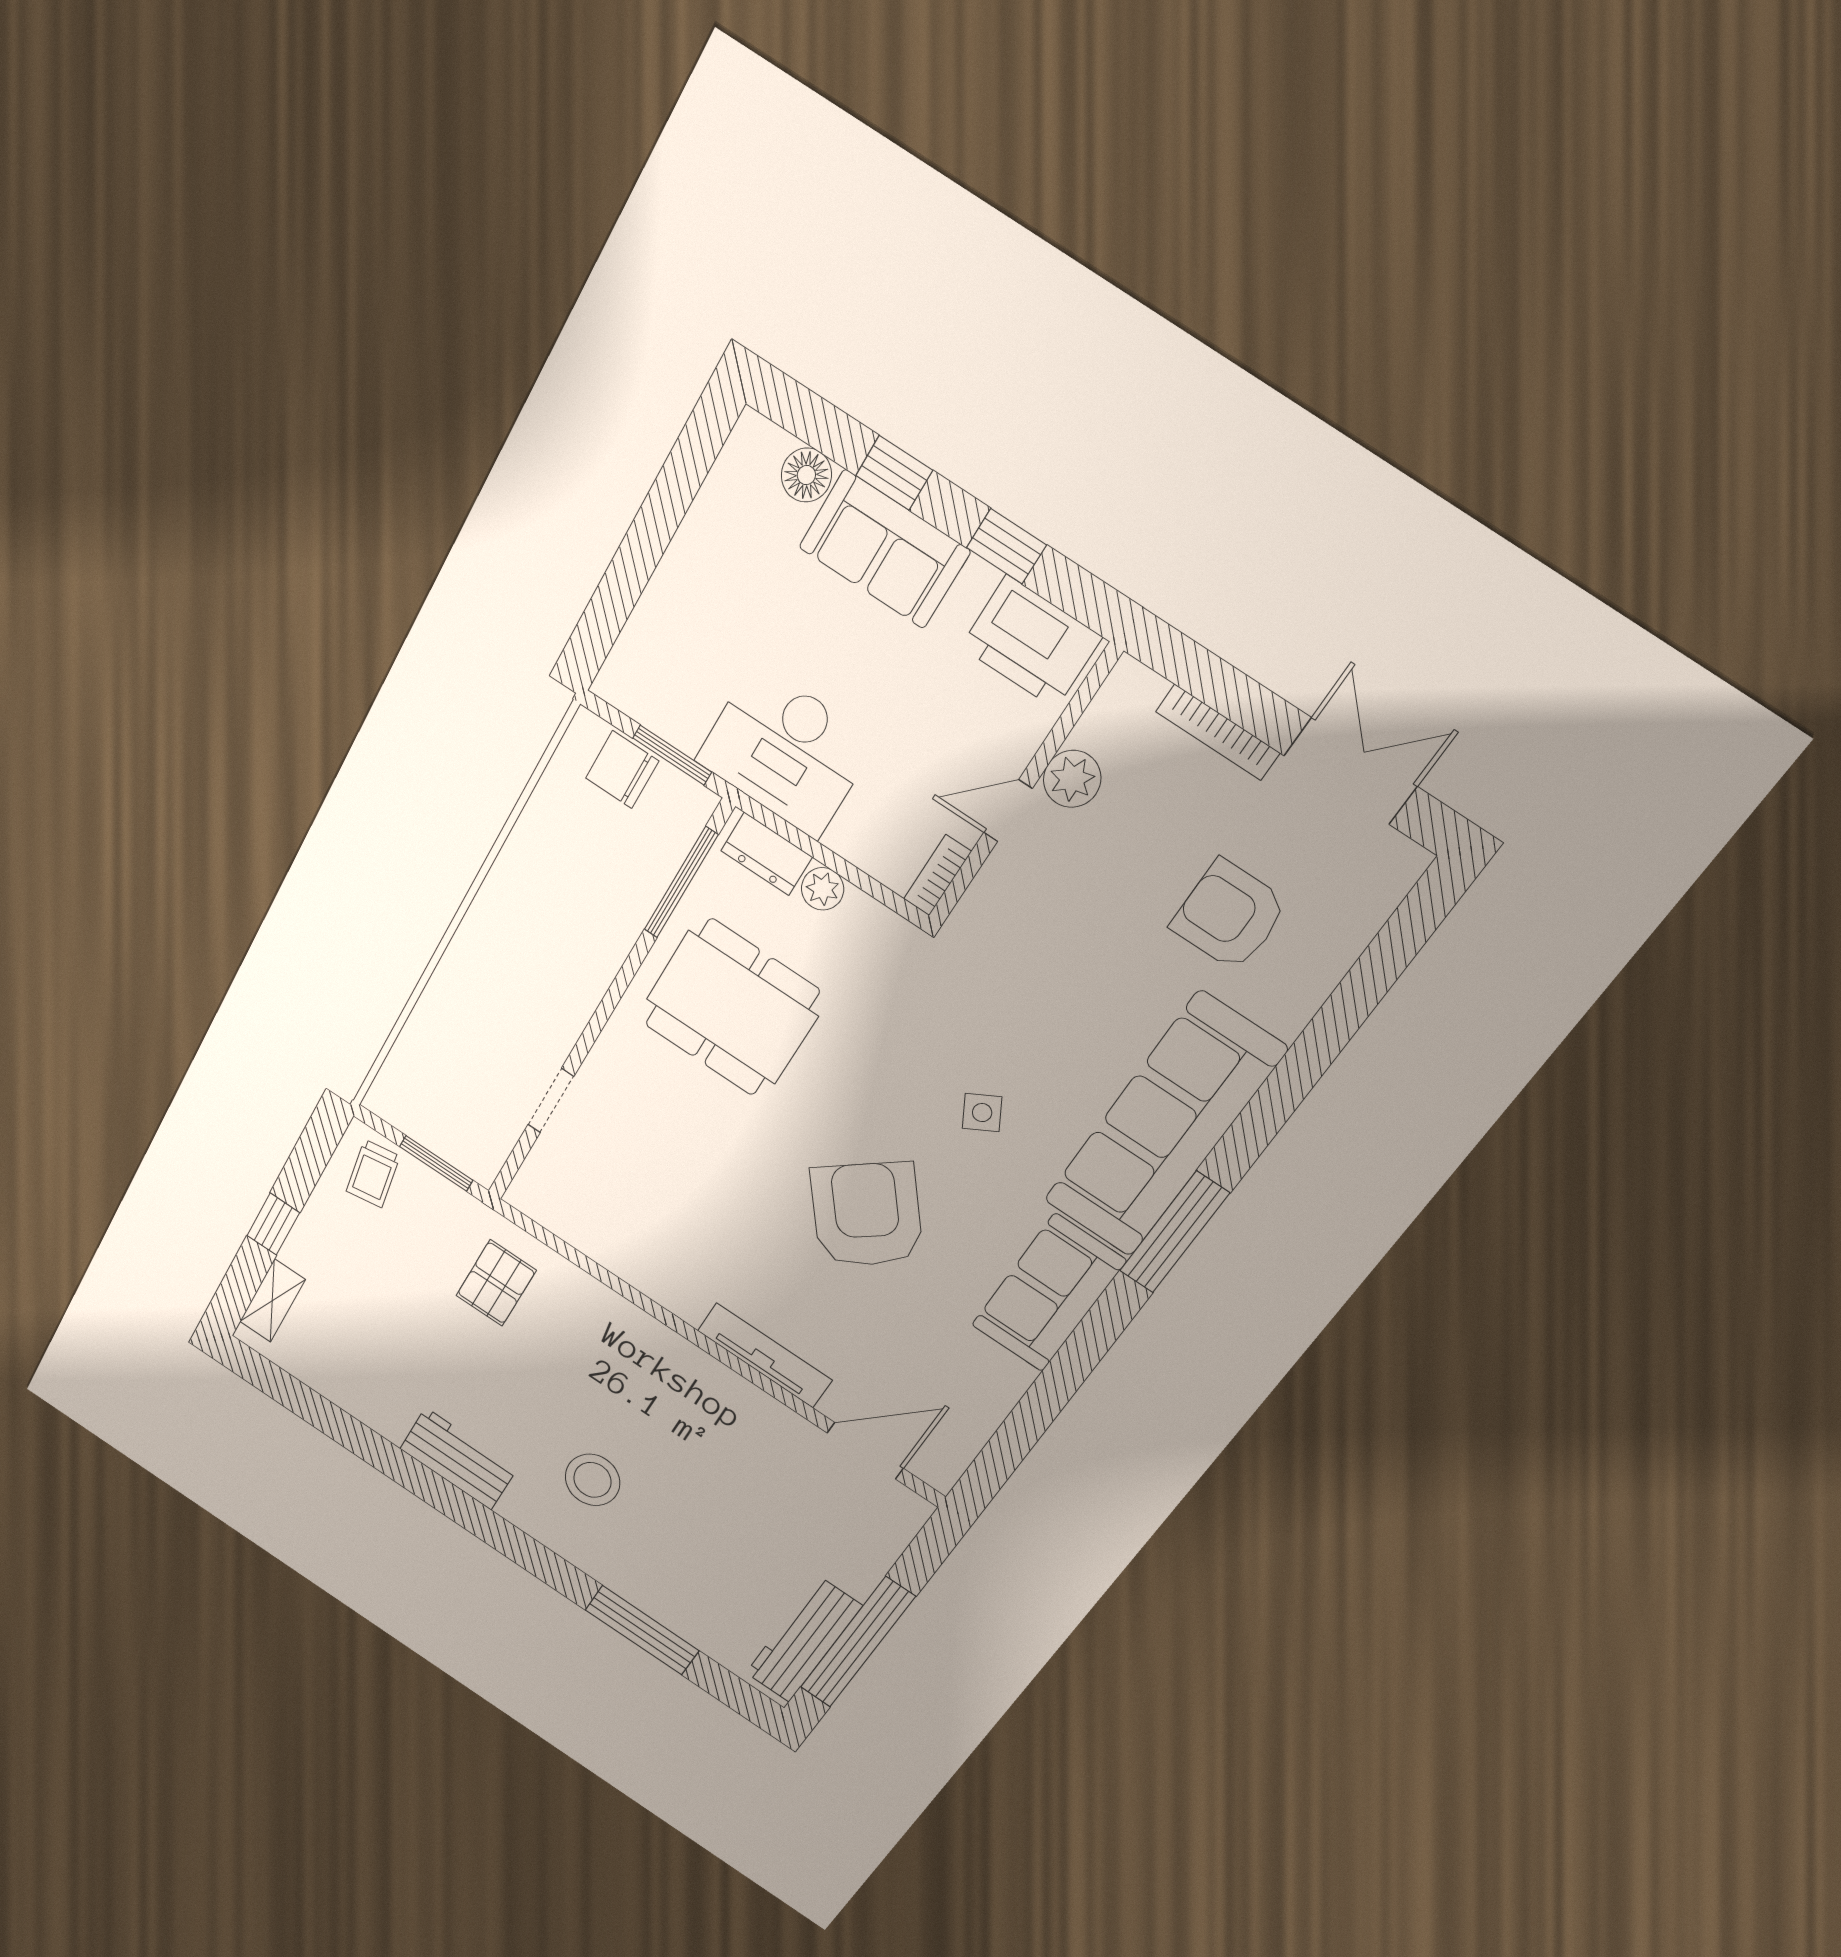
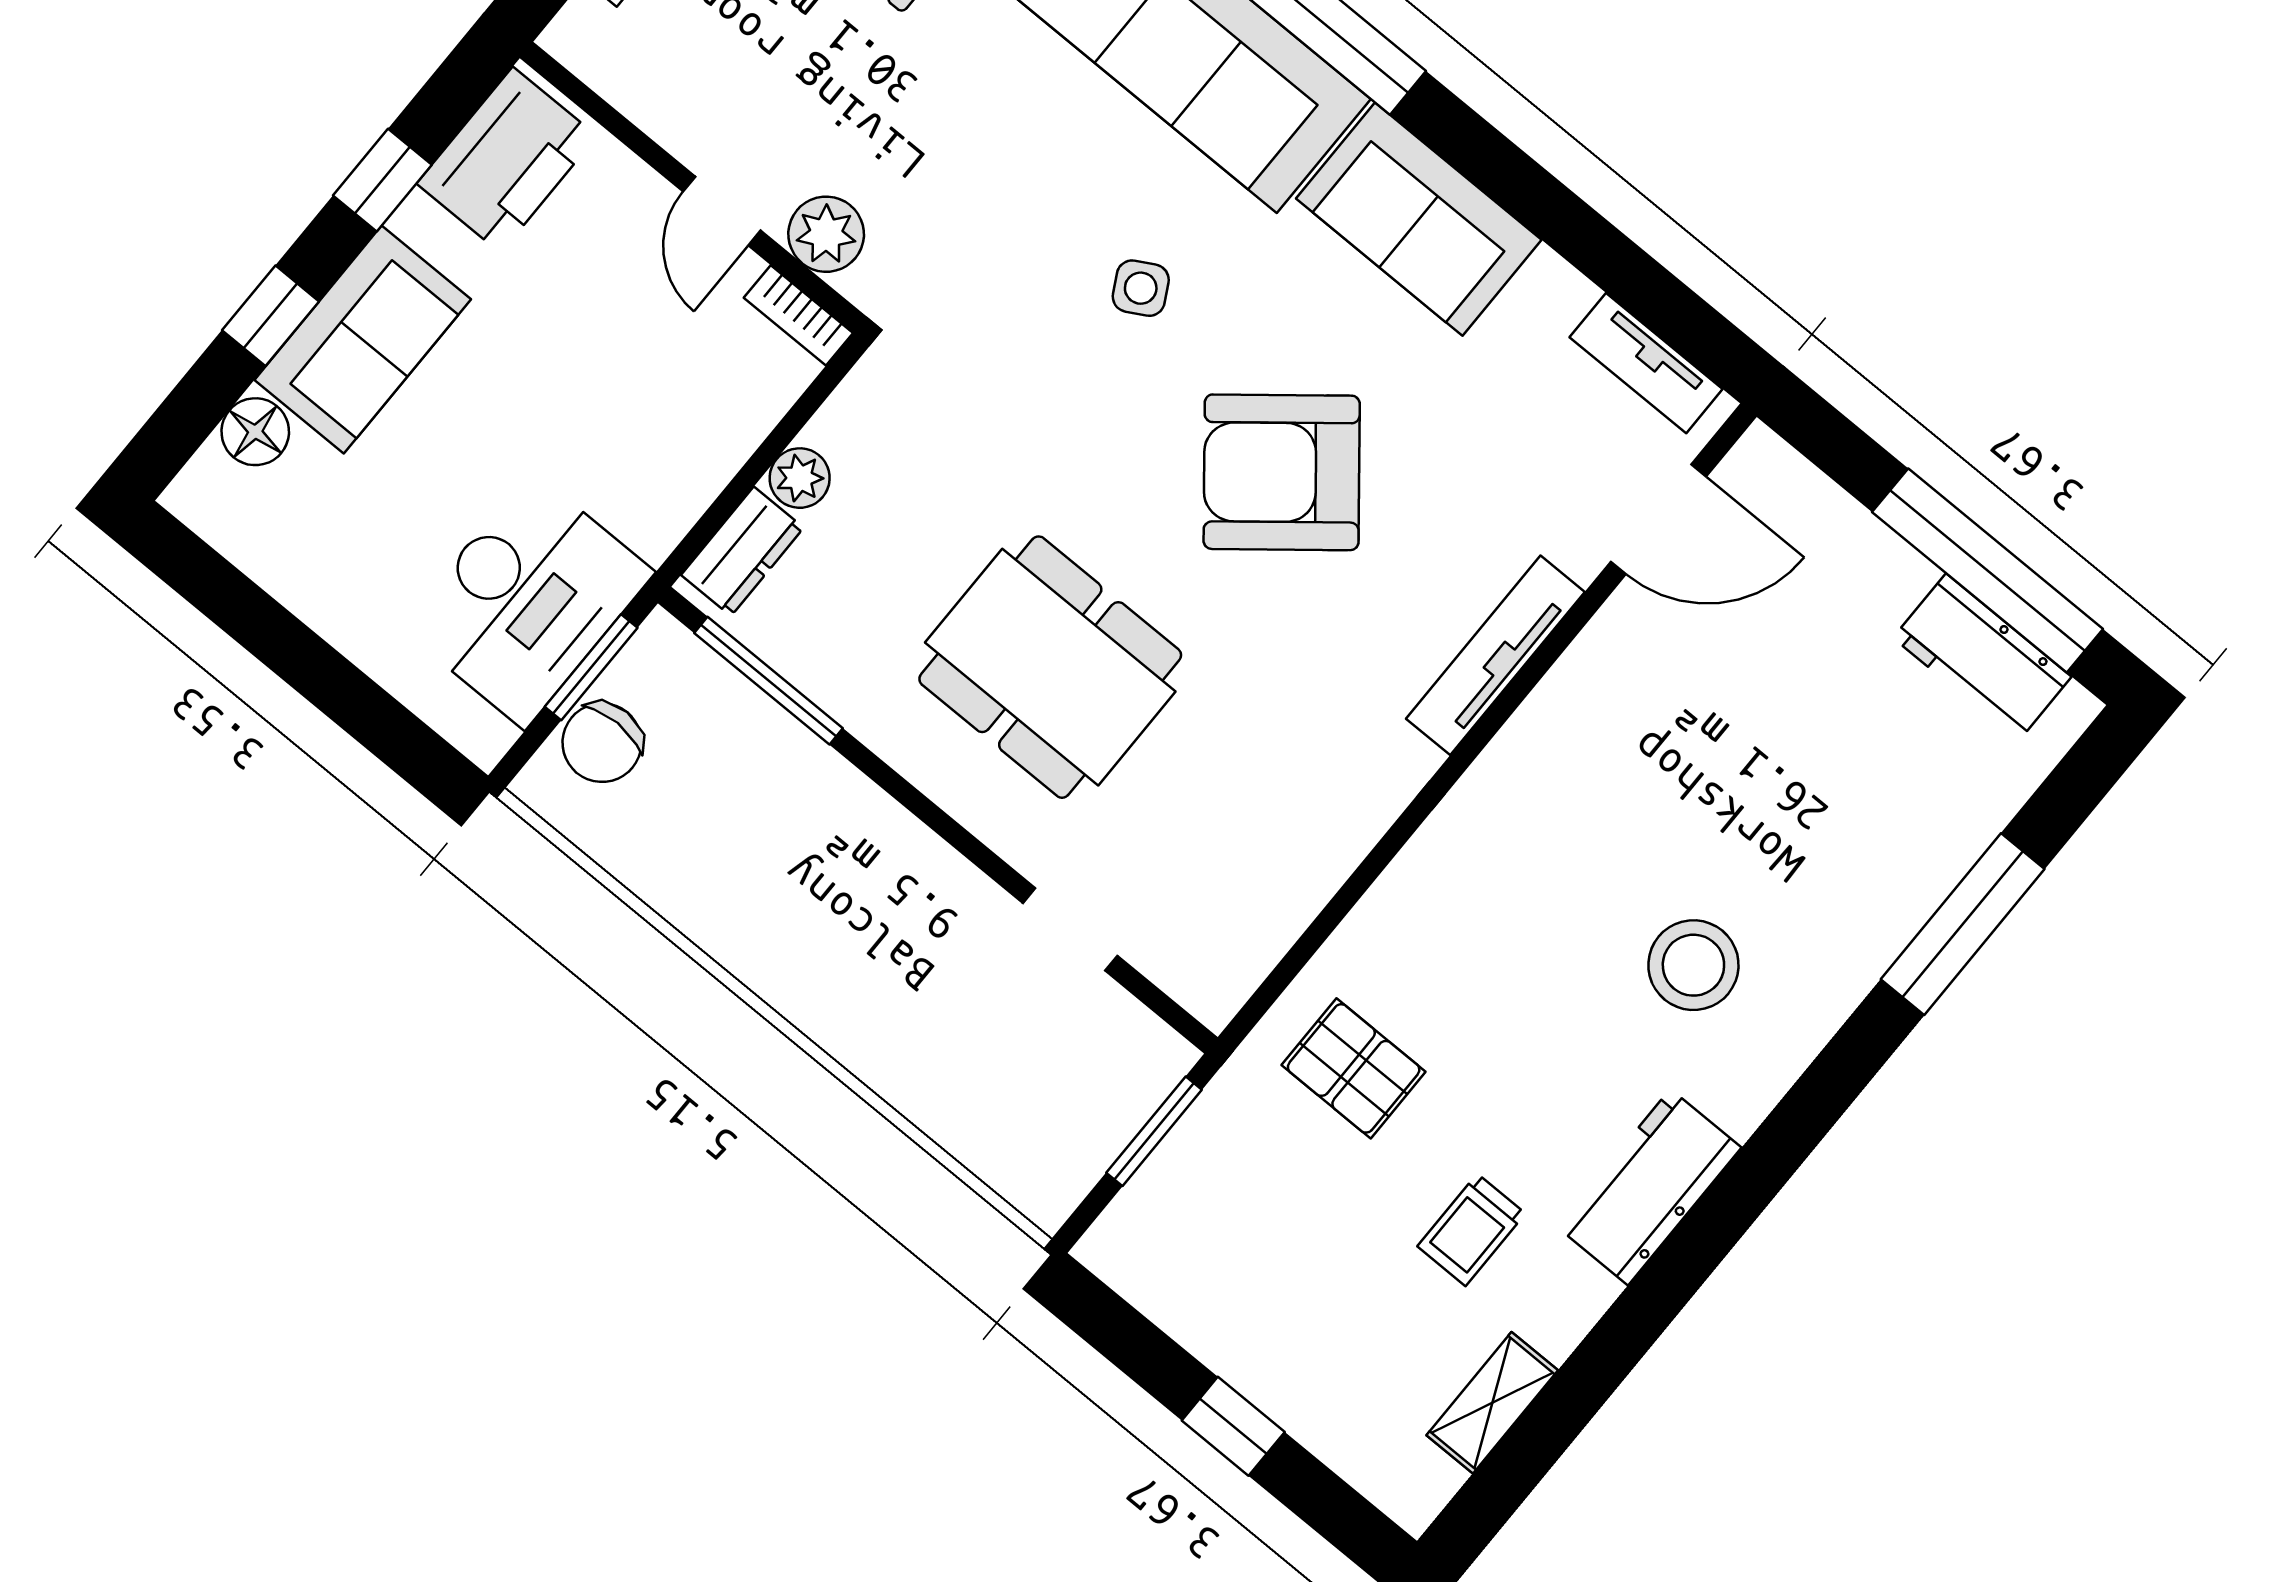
desk: (786, 751) -> (528, 600), moved
plant: (1072, 779) -> (826, 234), moved
dining table: (732, 1007) -> (1050, 667), moved, turned 90
trolley: (373, 1174) -> (1471, 1230), moved, turned 99
shelving: (272, 1301) -> (1492, 1403), moved, turned 90
tv unit: (966, 1440) -> (1646, 363), added
door: (865, 1451) -> (1659, 519), swing flipped
workbench: (804, 1640) -> (1982, 657), width x0.73

